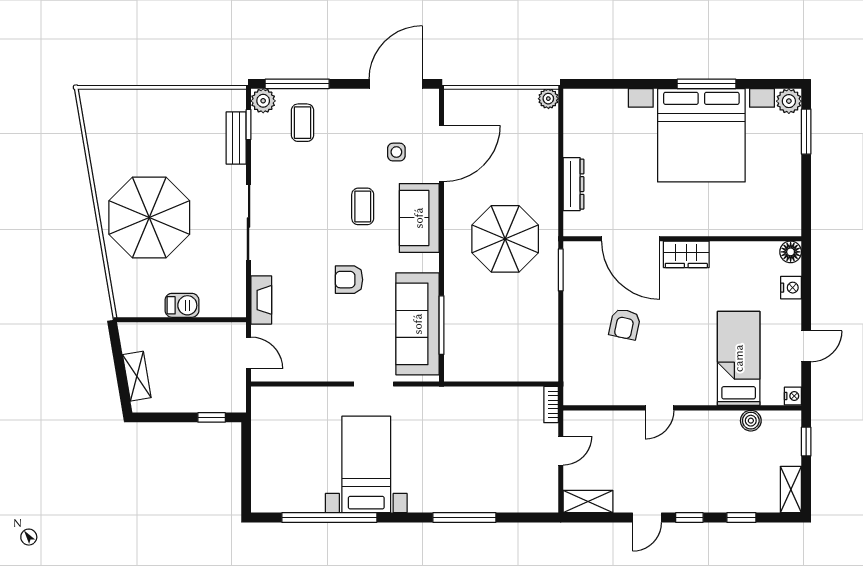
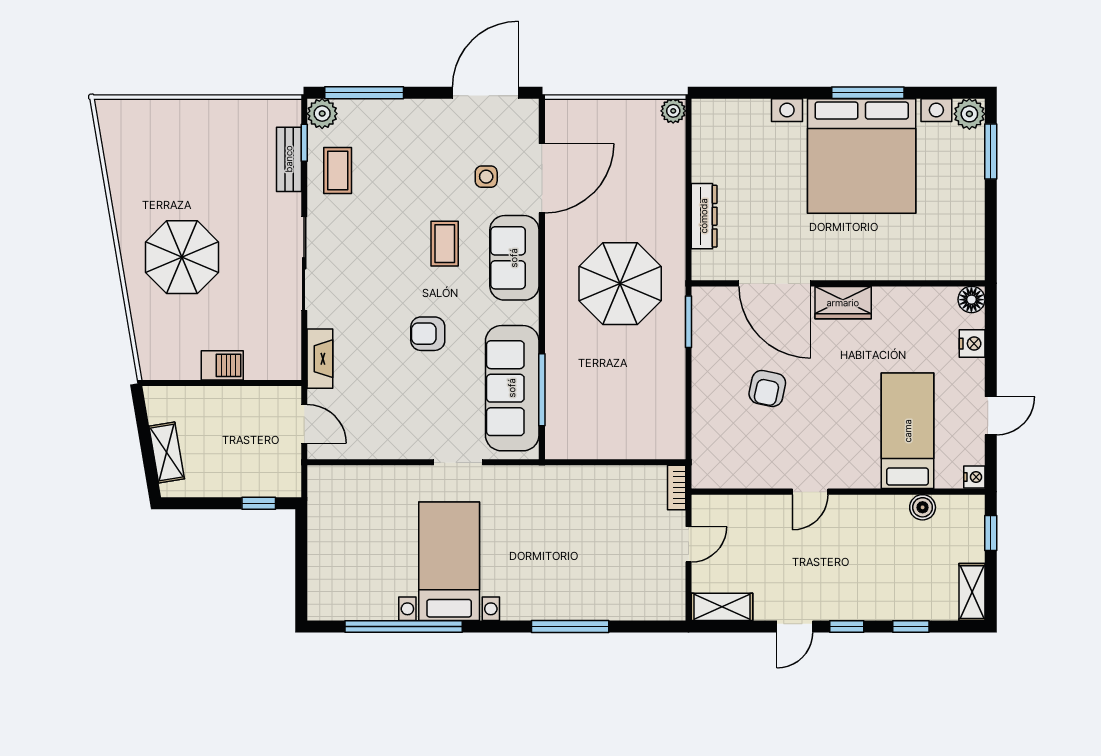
coffee table: (303, 123) -> (338, 170), moved
parasol: (149, 217) -> (182, 257), width x0.73, depth x0.73

